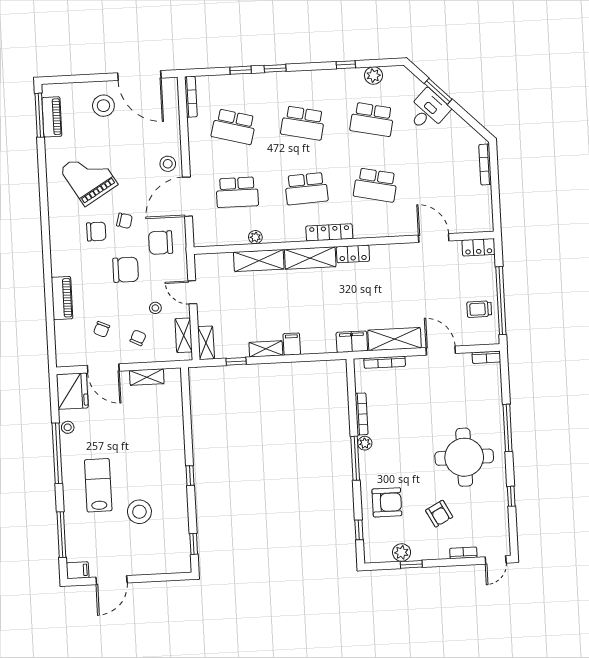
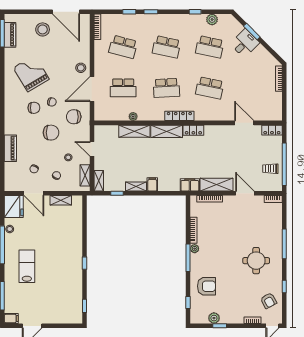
round table: (464, 457) -> (256, 261), width x0.73, depth x0.73
stool: (139, 512) -> (52, 284), removed
armchair: (439, 514) -> (269, 301), moved

